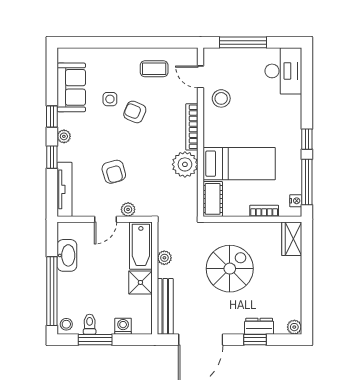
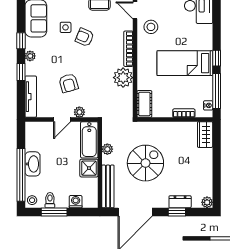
bed: (239, 164) -> (185, 63), moved, turned 180
washbasin: (67, 255) -> (33, 164), moved
spiral stairs: (230, 269) -> (145, 163), moved

